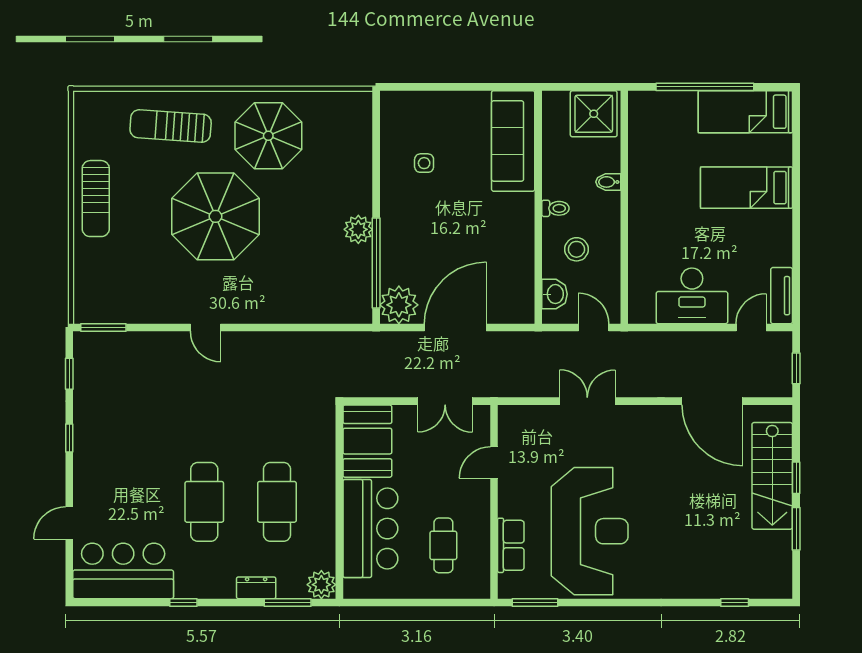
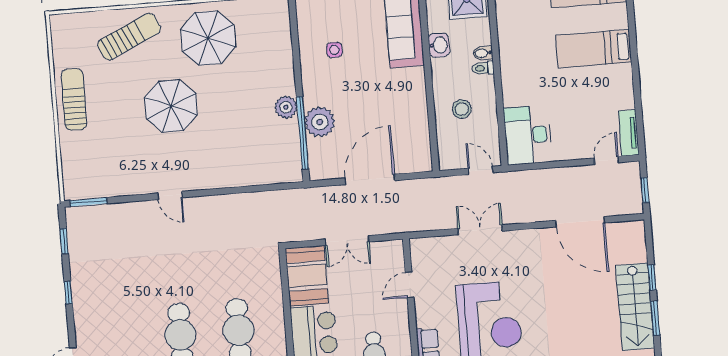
sun lounger: (171, 126) -> (129, 37), turned 151
sun lounger: (96, 199) -> (74, 99), turned 180
toilet: (555, 208) -> (483, 68), moved, turned 180
parasol: (216, 216) -> (171, 106), width x0.73, depth x0.73
washbasin: (555, 294) -> (439, 45), moved
desk: (692, 296) -> (528, 135), moved, turned 90
plant: (399, 305) -> (320, 122), moved
double door: (445, 401) -> (347, 240), moved
stairs: (772, 476) -> (635, 307), moved

